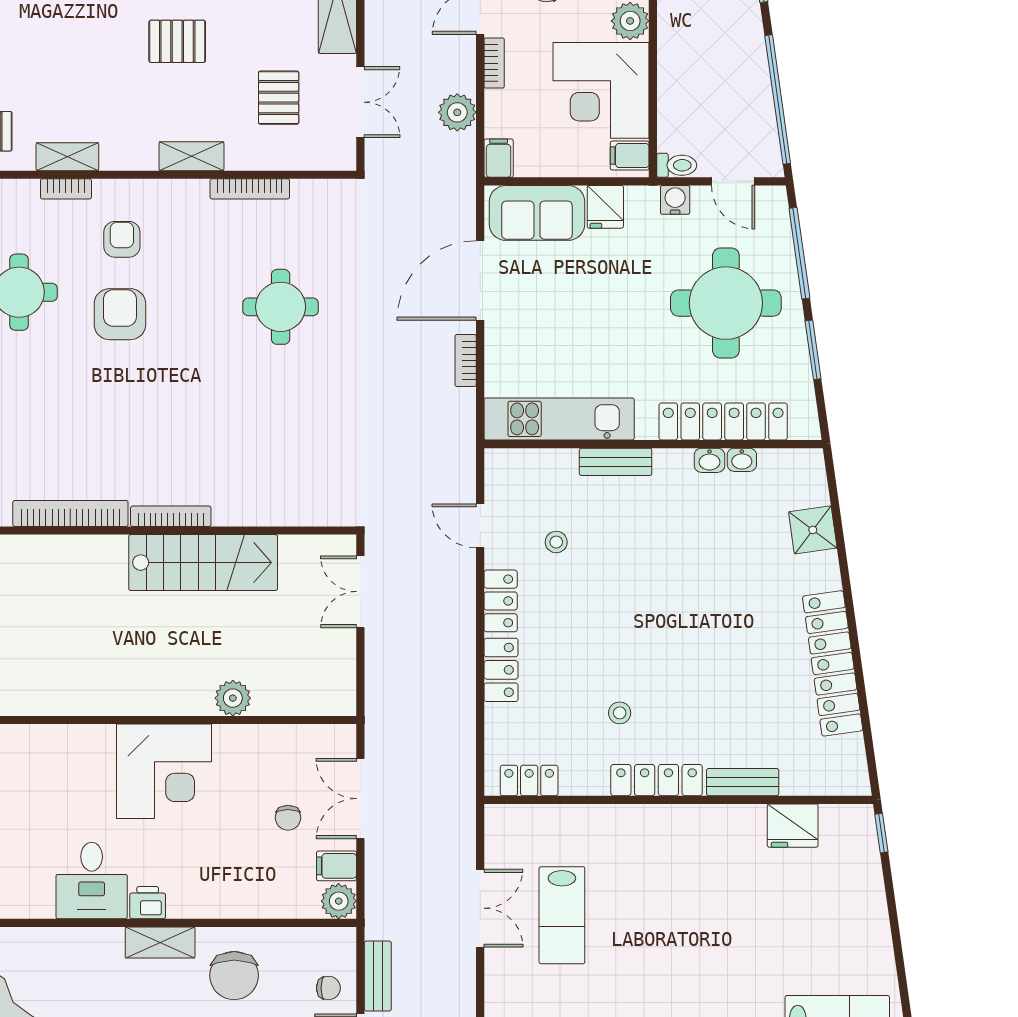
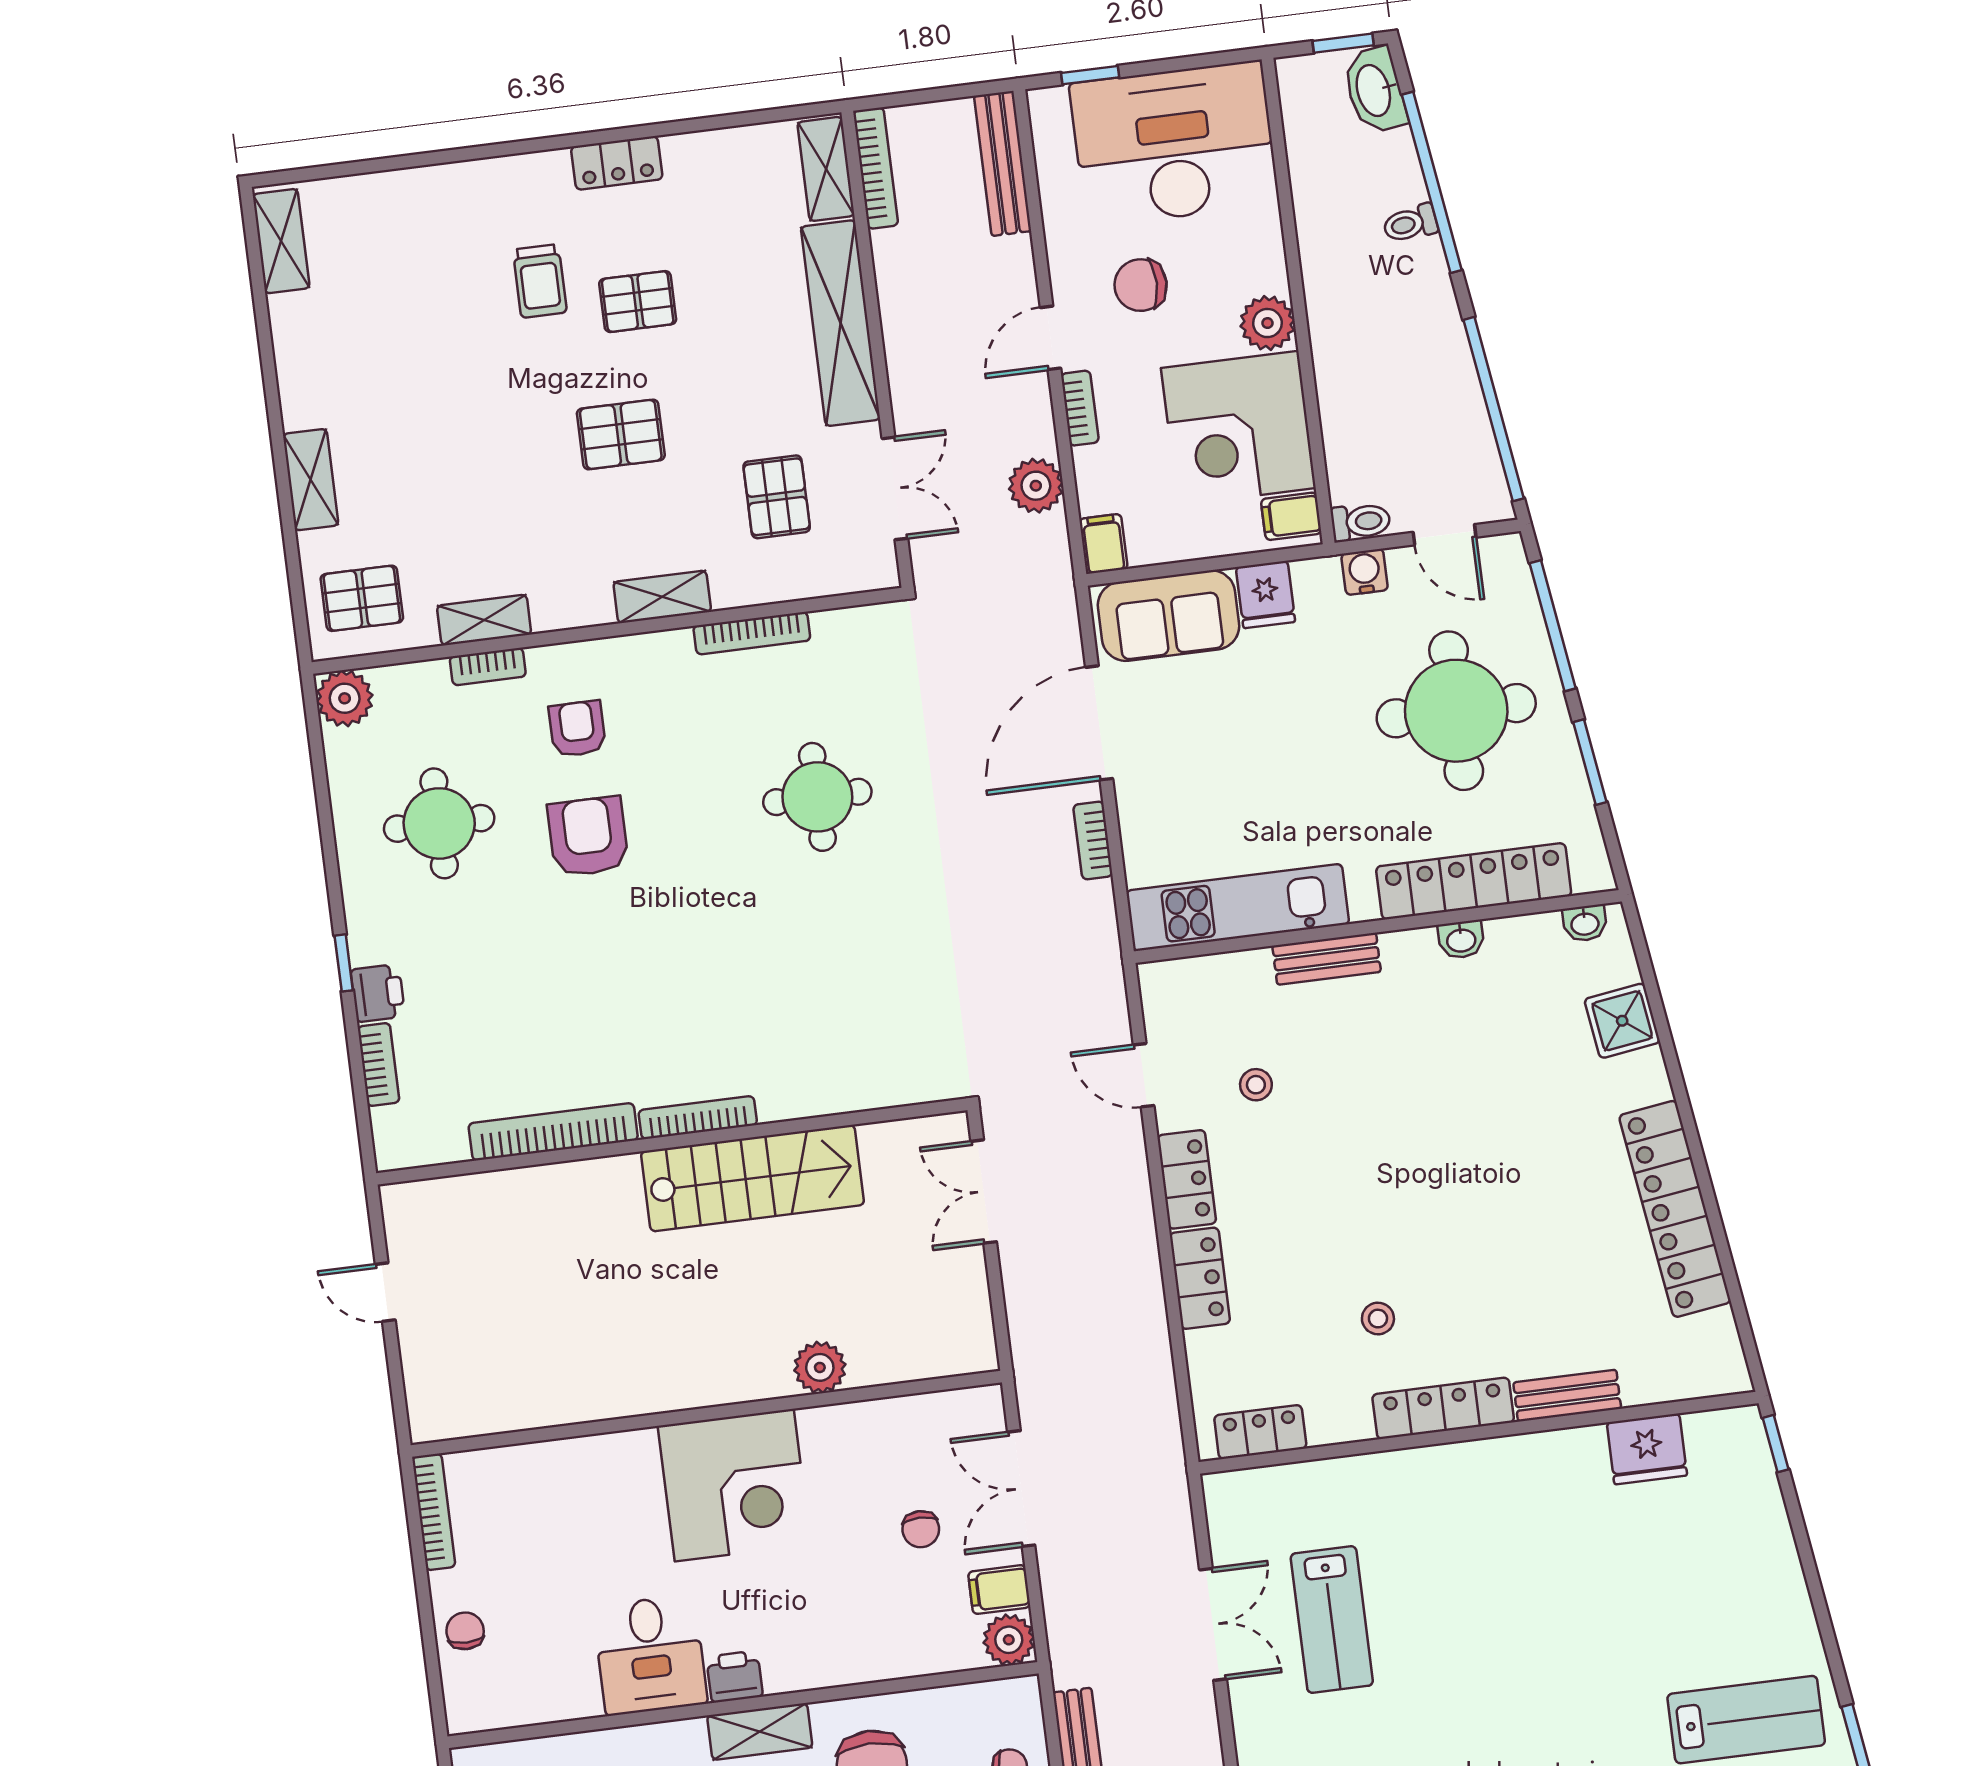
washbasin: (742, 460) -> (1585, 923), moved

